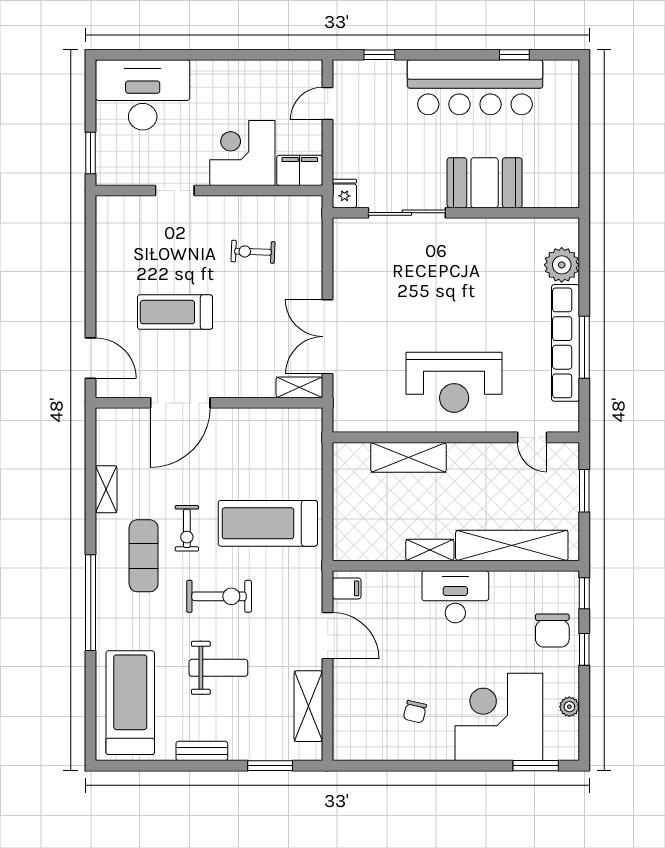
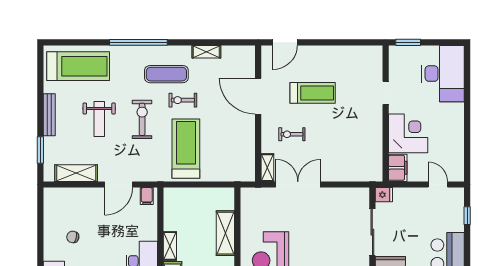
exercise bike: (253, 252) -> (292, 134), moved, turned -92
treadmill: (175, 312) -> (313, 93), turned 90
exercise bike: (219, 596) -> (142, 119), turned 180
bench: (202, 751) -> (49, 115), width x1.36

